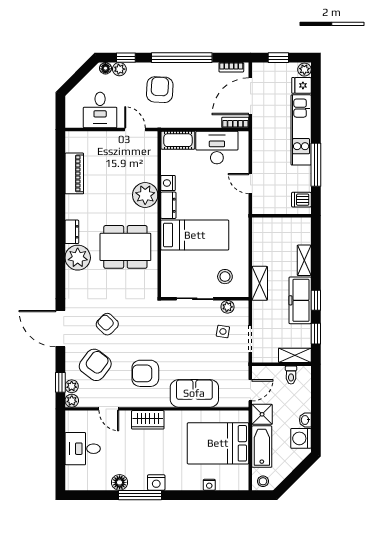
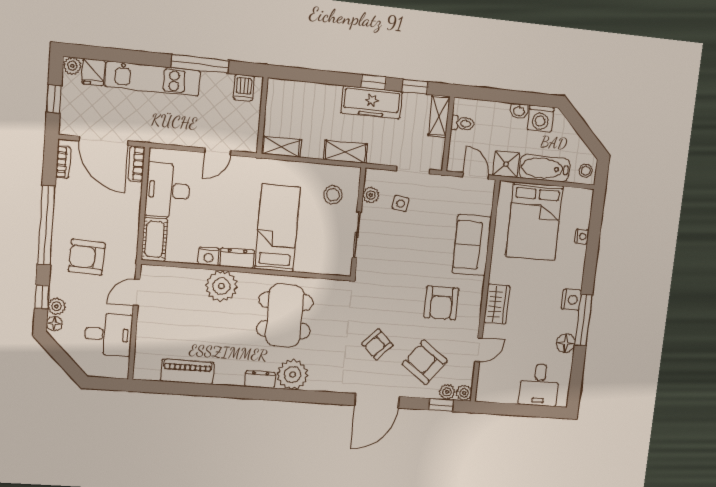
shelving: (304, 260) -> (281, 147), moved
desk: (83, 449) -> (539, 385), moved

